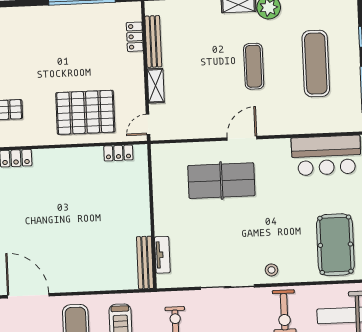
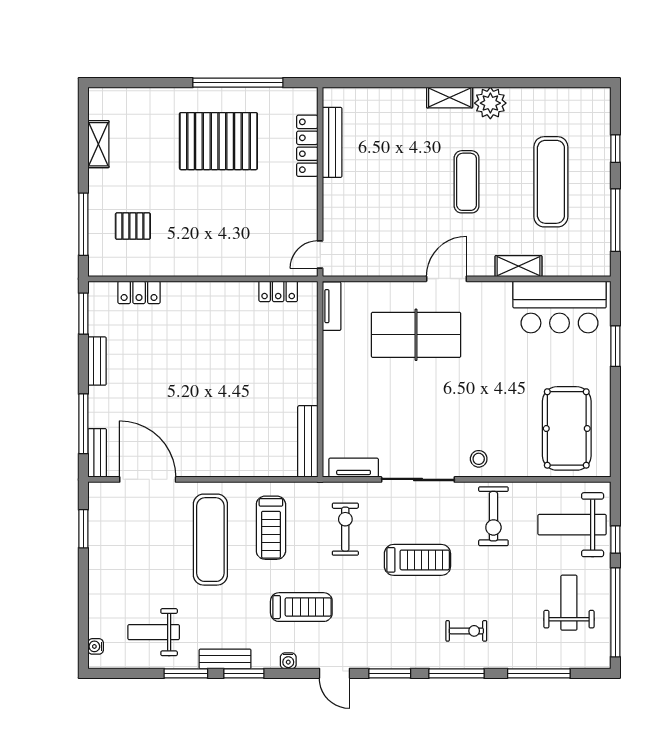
locker: (135, 37) -> (307, 146), width x1.53
shelving: (156, 86) -> (518, 266), moved, turned 90
pallet: (85, 112) -> (218, 141), moved
tv unit: (158, 162) -> (332, 306), added
tv unit: (162, 255) -> (354, 468), moved, turned -90

